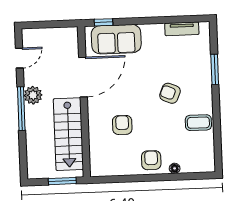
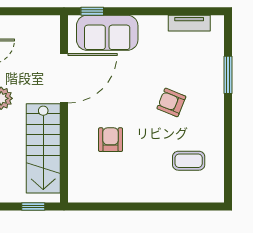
coffee table: (198, 123) -> (189, 161), moved
armchair: (151, 160) -> (145, 185), removed
floor lamp: (175, 168) -> (174, 196), removed
window: (62, 181) -> (33, 206), width x0.67

